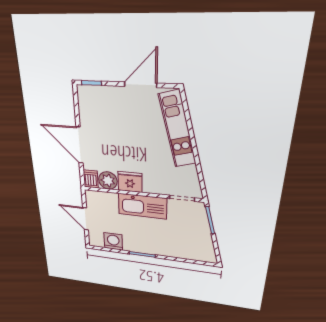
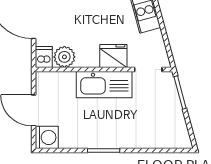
fridge: (130, 182) -> (113, 56), moved
washing machine: (113, 241) -> (47, 137), moved, turned 90

